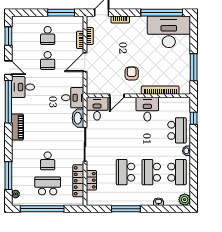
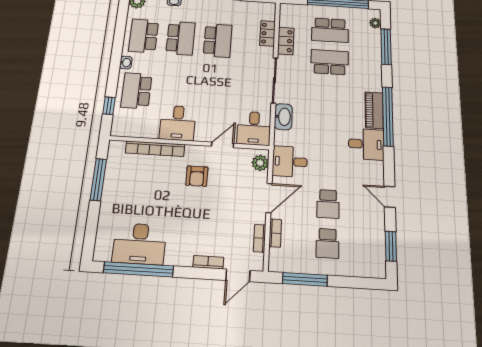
desk: (169, 32) -> (139, 244), width x0.73, depth x0.77
school desk: (48, 35) -> (328, 243), turned 180
school desk: (48, 61) -> (328, 204), turned 180
plant: (92, 85) -> (260, 163), added
desk: (23, 87) -> (366, 144), moved
desk: (73, 98) -> (290, 162), moved
window: (8, 102) -> (388, 116), moved
school desk: (48, 161) -> (330, 62), width x1.85
locker: (78, 181) -> (286, 41), width x0.66

